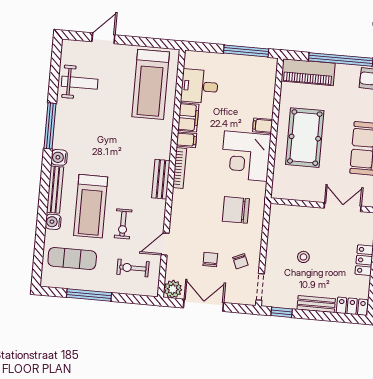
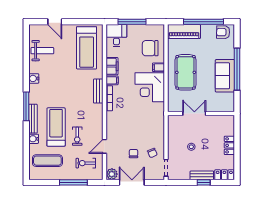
door: (103, 38) -> (55, 22), swing flipped
window: (246, 51) -> (132, 22), moved
desk: (200, 86) -> (116, 35), moved, turned 90
window: (50, 126) -> (26, 106), moved
water cooler: (59, 157) -> (34, 78), moved
bench: (161, 179) -> (98, 91), moved
treadmill: (91, 206) -> (56, 127), turned 180
double door: (343, 207) -> (194, 114), moved
chair: (236, 210) -> (150, 48), moved
window: (89, 295) -> (73, 182), moved
window: (282, 312) -> (204, 182), moved

